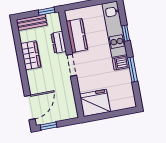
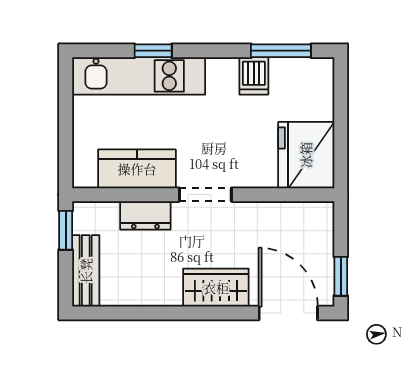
wardrobe: (31, 55) -> (216, 288), moved
dishwasher: (121, 63) -> (254, 76), moved
window: (132, 69) -> (281, 51), moved

